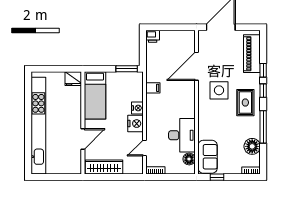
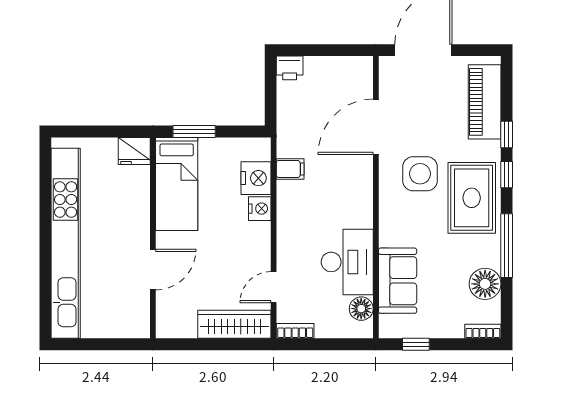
window: (127, 69) -> (194, 131), moved
rug: (245, 103) -> (472, 198), width x1.36, depth x1.43
nightstand: (135, 124) -> (256, 178), moved
sofa: (208, 157) -> (398, 281), moved
wardrobe: (104, 167) -> (234, 324), moved

